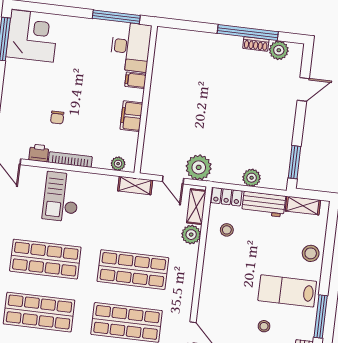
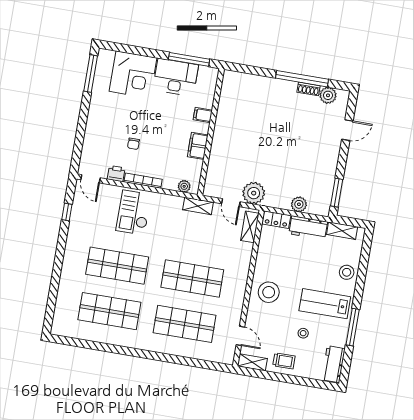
corner desk: (32, 36) -> (133, 75), moved, turned 90
desk: (131, 47) -> (176, 77), moved, turned -90
stool: (227, 230) -> (269, 292), moved, width x1.89, depth x1.89
plant: (191, 235) -> (244, 251), removed

